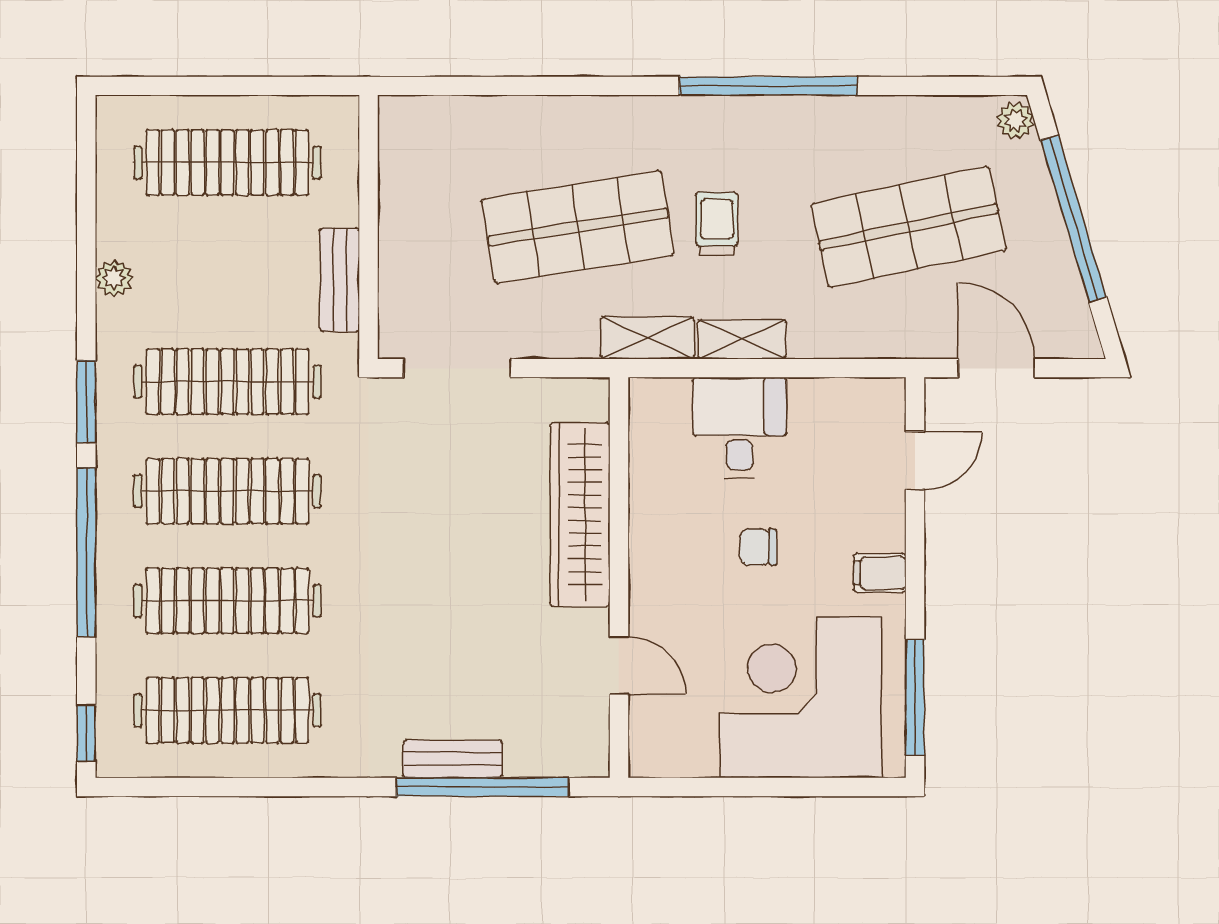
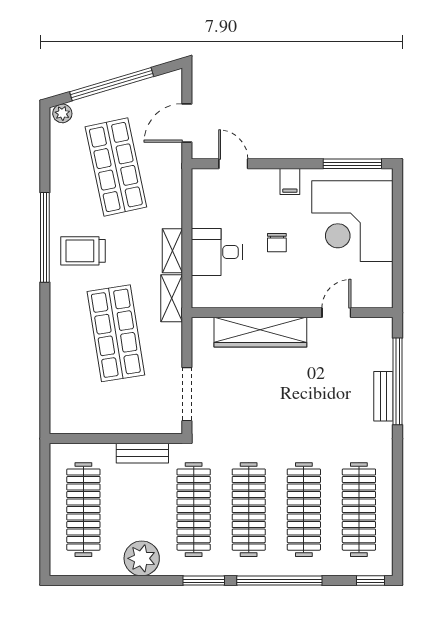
trolley: (717, 224) -> (83, 251), moved, width x1.36, depth x1.39
plant: (114, 278) -> (142, 558), width x1.88, depth x1.88

